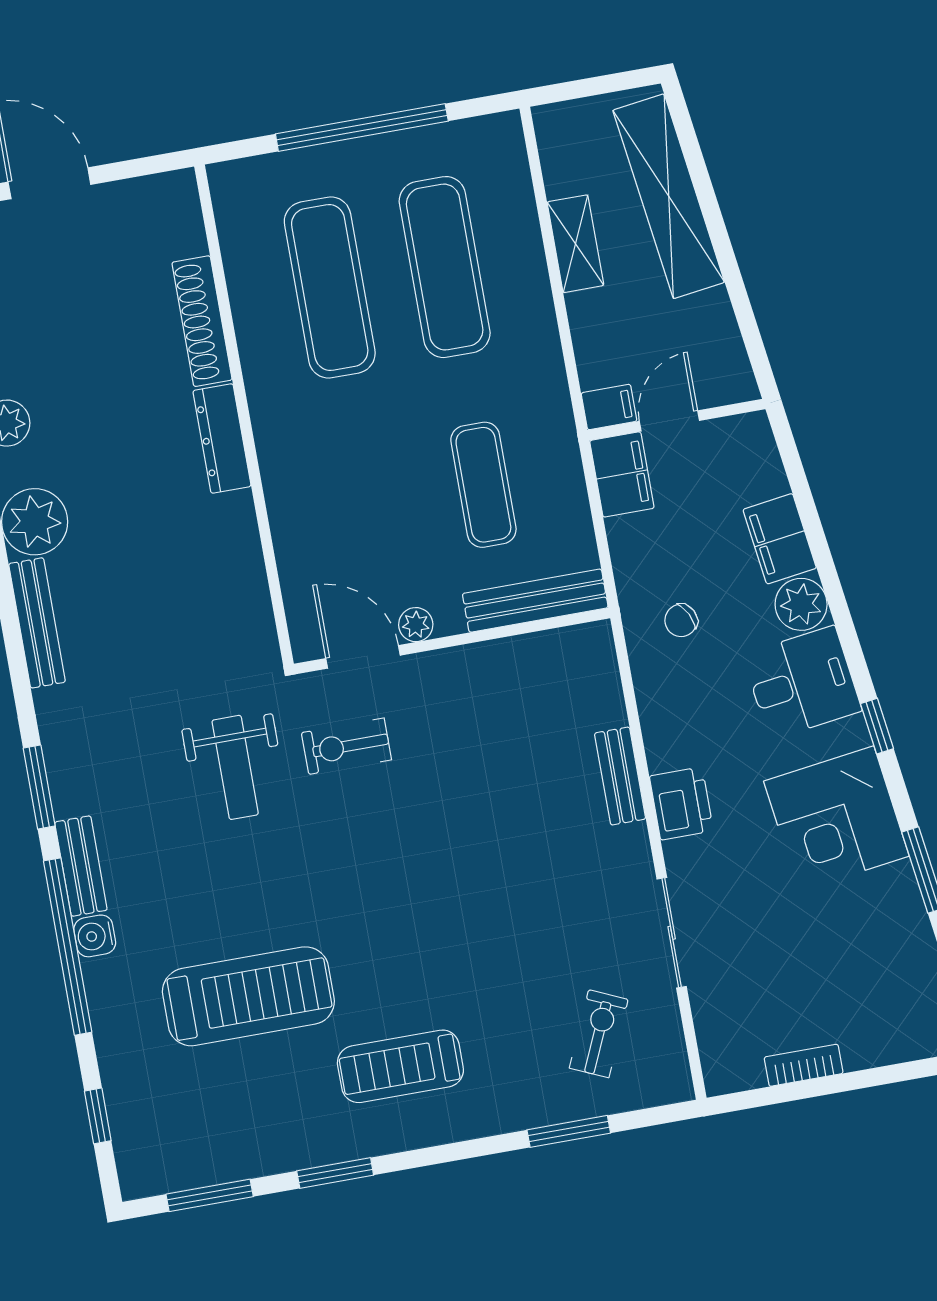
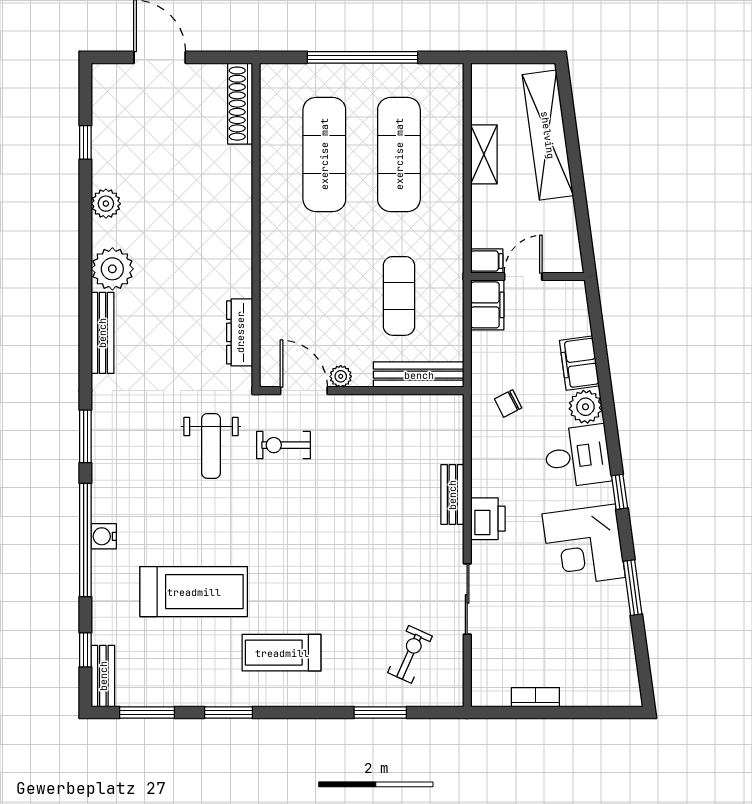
shoe rack: (202, 321) -> (240, 104), moved
dresser: (222, 438) -> (240, 332), moved
bench: (81, 866) -> (103, 676), moved

